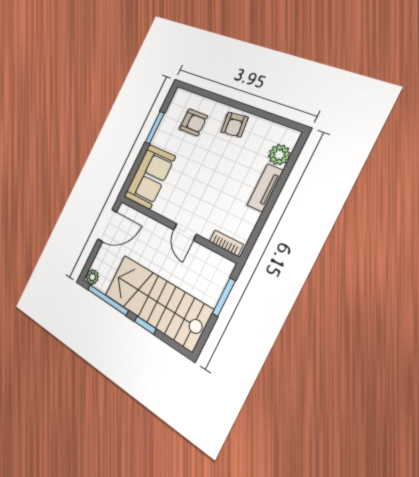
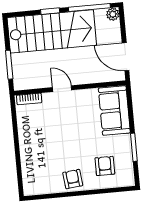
armchair: (193, 122) -> (105, 166), turned 90
plant: (279, 155) -> (30, 174), removed
tv unit: (265, 188) -> (26, 148), removed
door: (107, 226) -> (126, 57), hinge flipped

